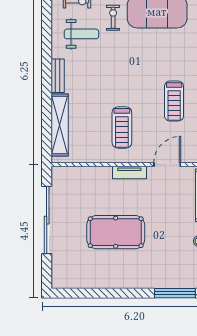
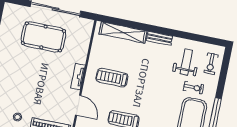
weight bench: (81, 34) -> (186, 62), turned 180
pool table: (116, 232) -> (43, 37), moved, turned 90

